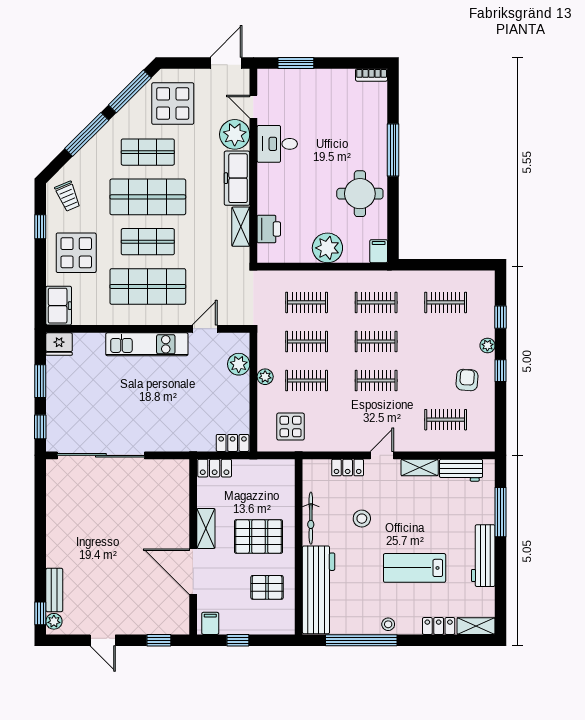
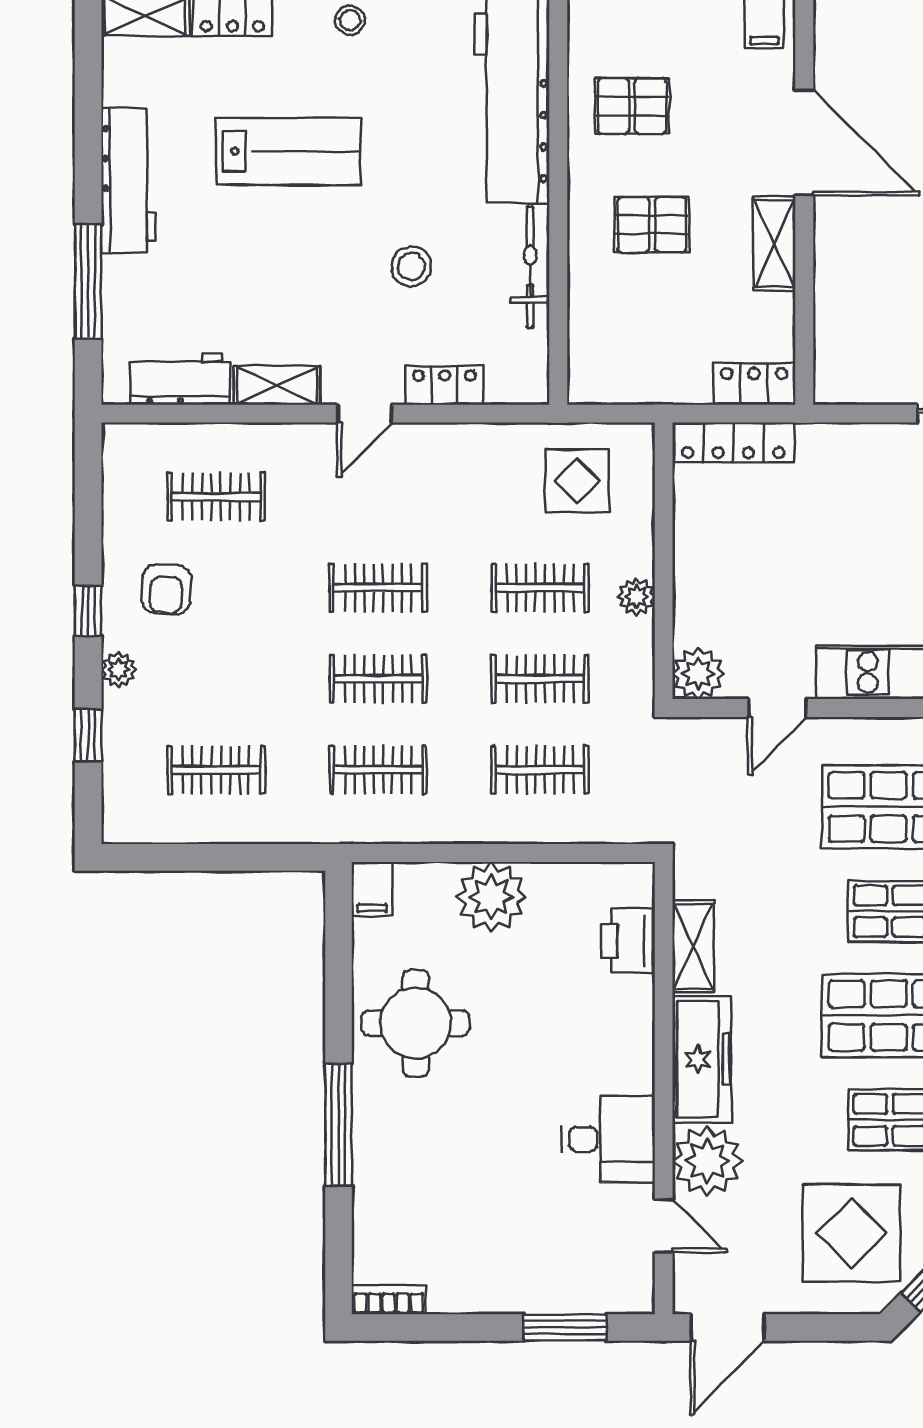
plant: (239, 364) -> (698, 674), moved
locker: (233, 443) -> (733, 443), width x1.53
pallet: (259, 537) -> (652, 225), width x0.67, depth x0.71

